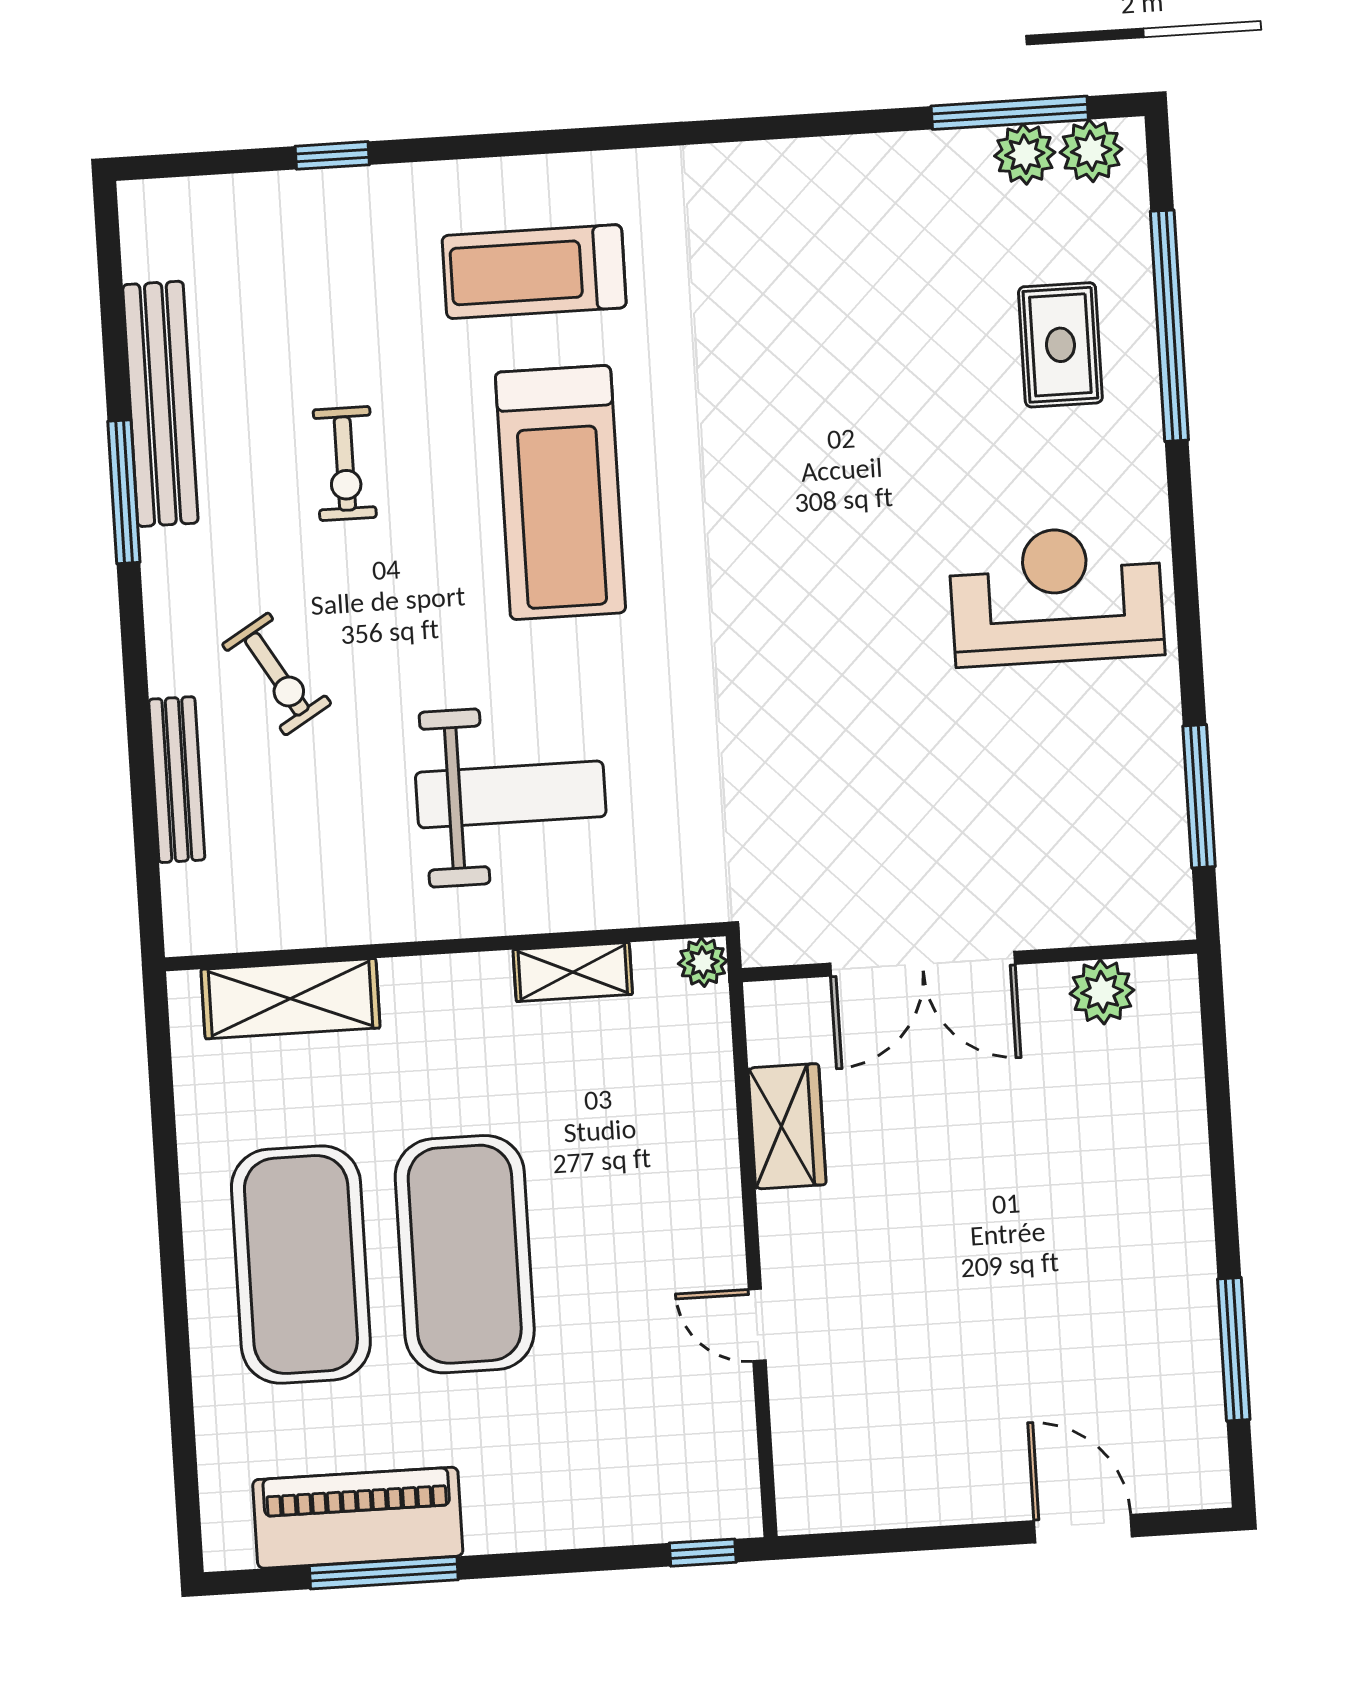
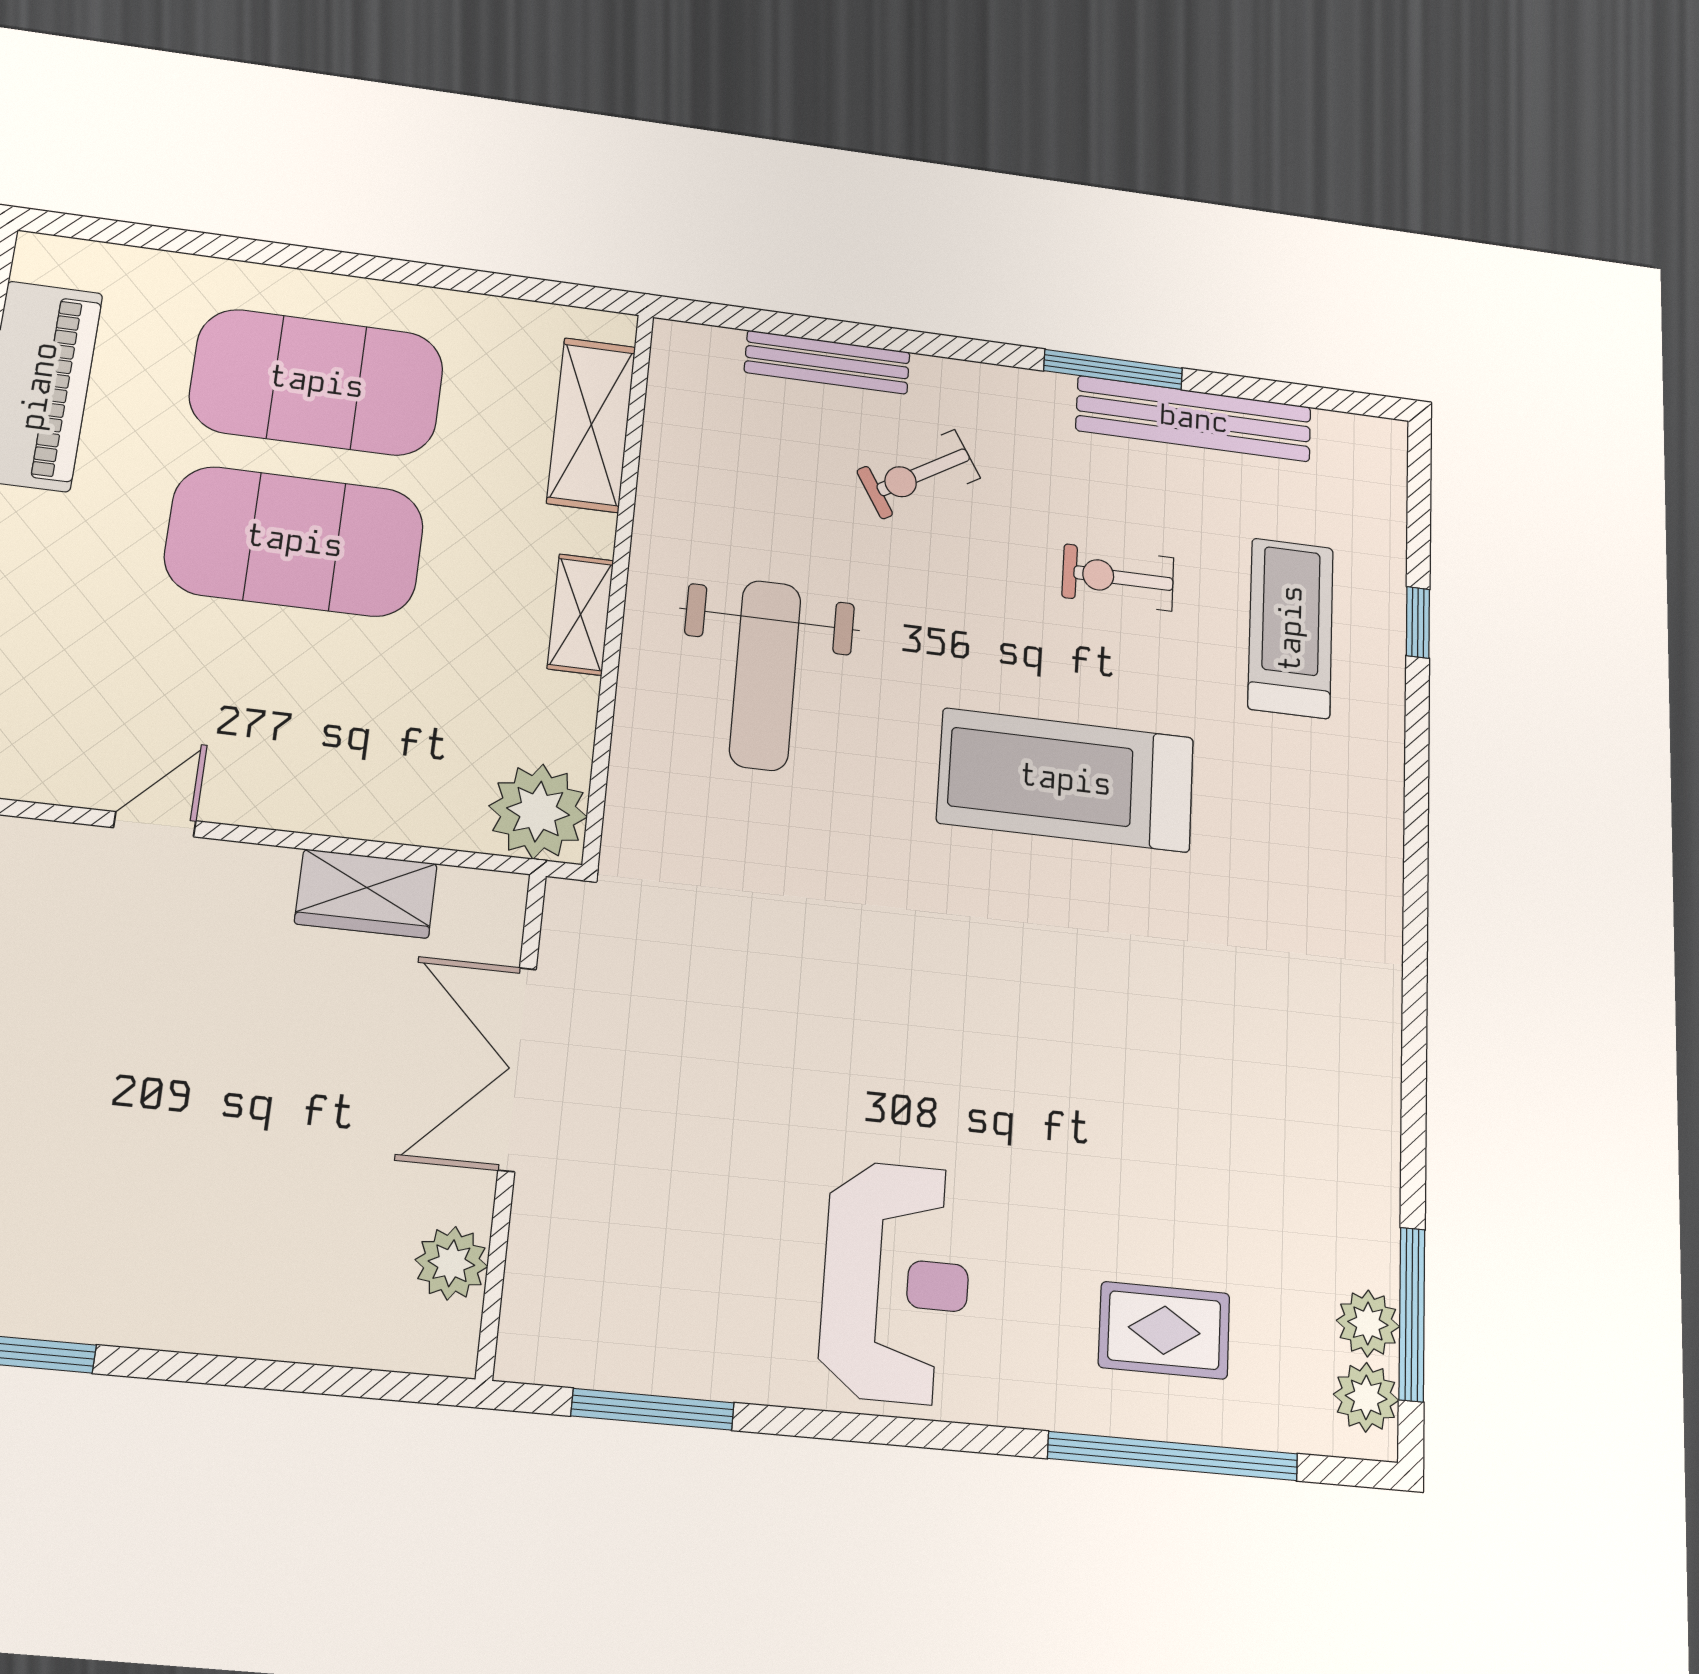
treadmill: (534, 272) -> (1291, 628), moved
plant: (703, 962) -> (538, 812), width x1.87, depth x1.87
shelving: (573, 972) -> (580, 614), moved

